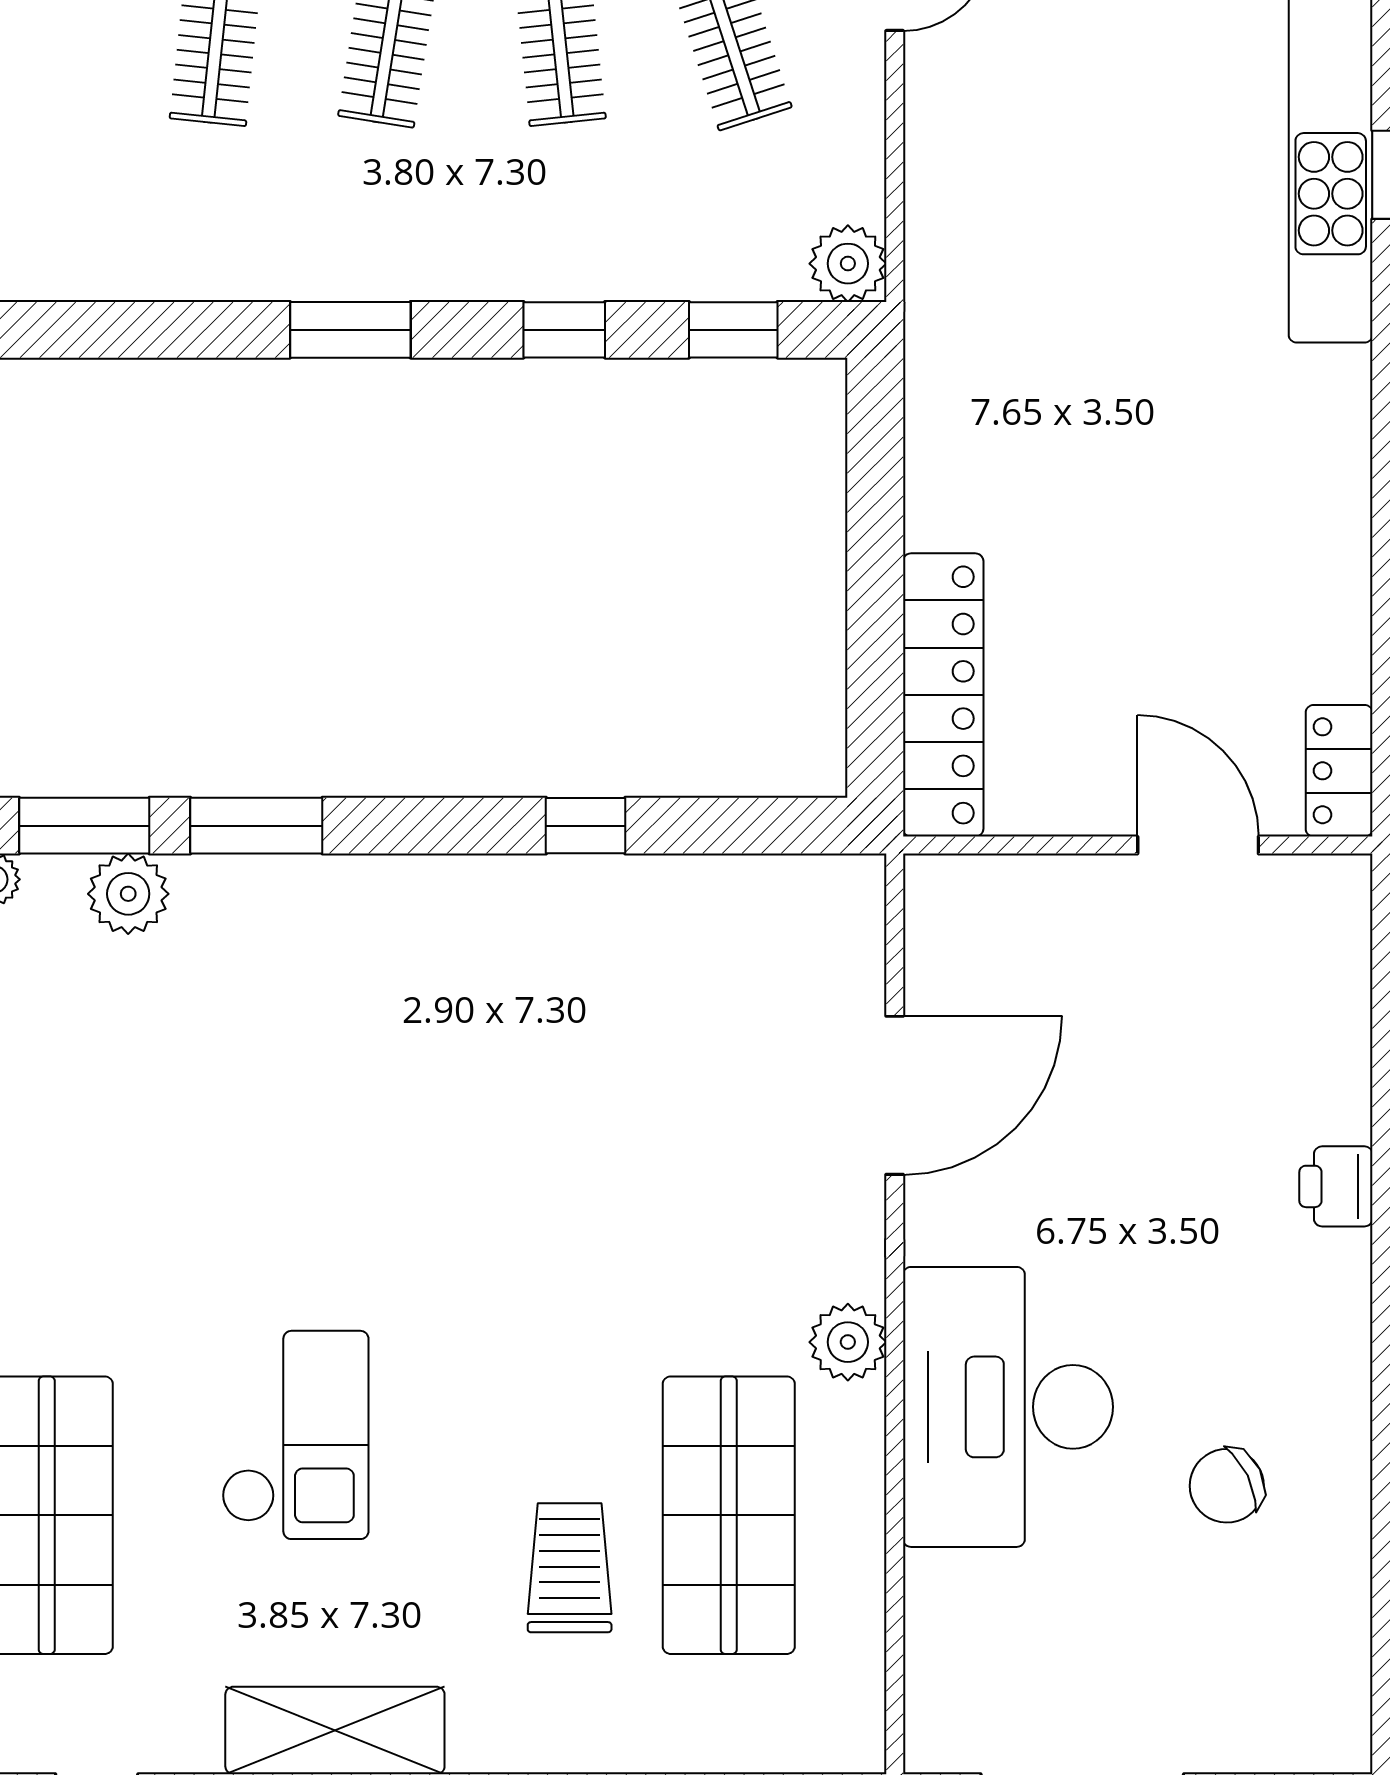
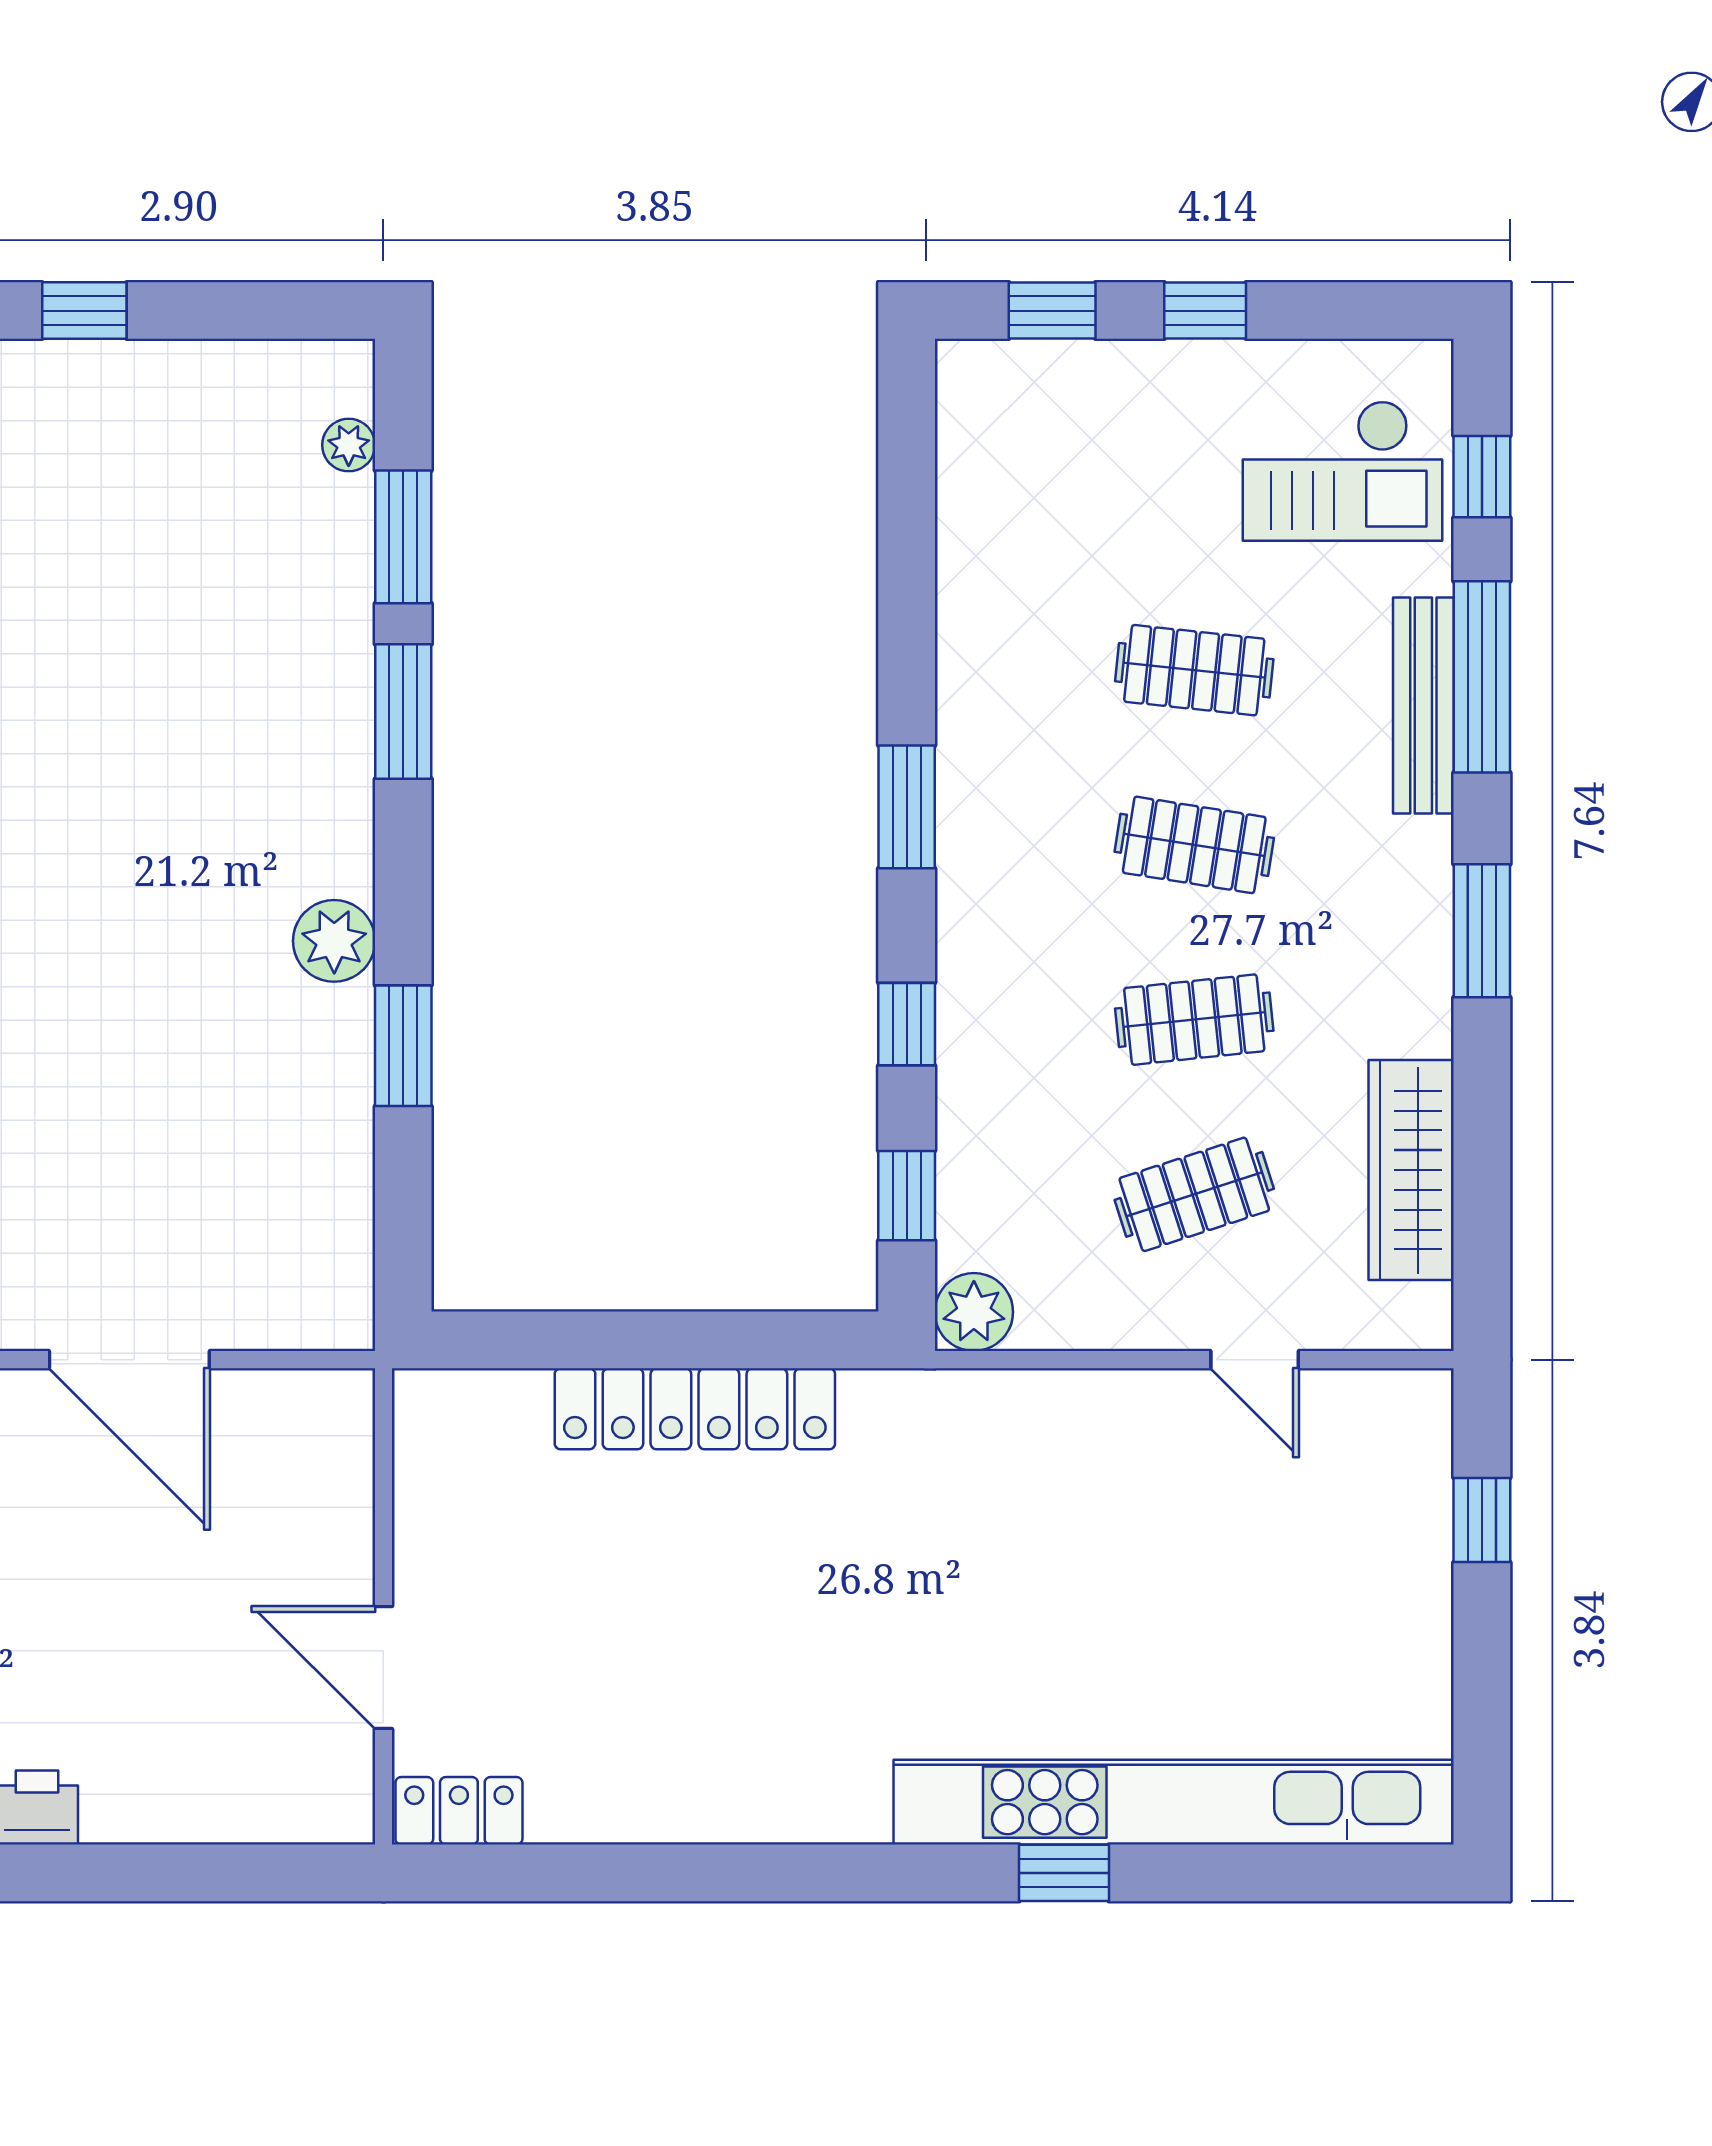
locker: (943, 695) -> (695, 1409), moved
window: (586, 826) -> (403, 1046), width x1.50
door: (1198, 845) -> (383, 1667), swing flipped
plant: (128, 894) -> (334, 941), moved

